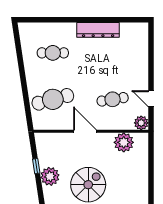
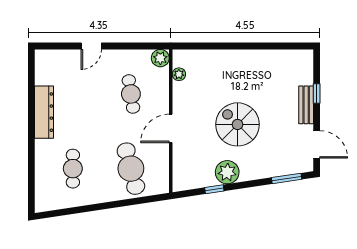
door: (151, 99) -> (91, 46), moved
plant: (124, 142) -> (179, 74), width x0.53, depth x0.53

